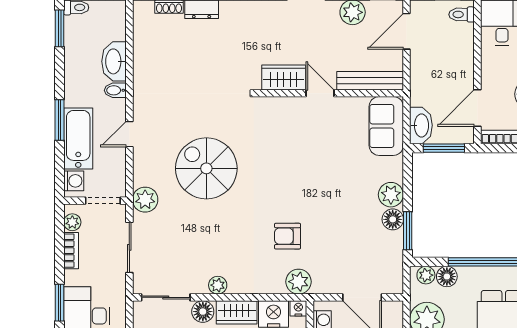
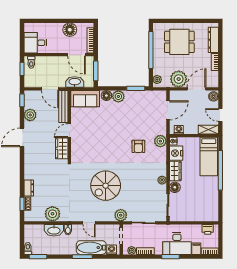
door: (407, 31) -> (50, 89), moved
plant: (148, 58) -> (52, 214), added
washbasin: (421, 125) -> (75, 82), moved
floor lamp: (393, 219) -> (106, 96), moved
floor lamp: (447, 277) -> (158, 69), removed

